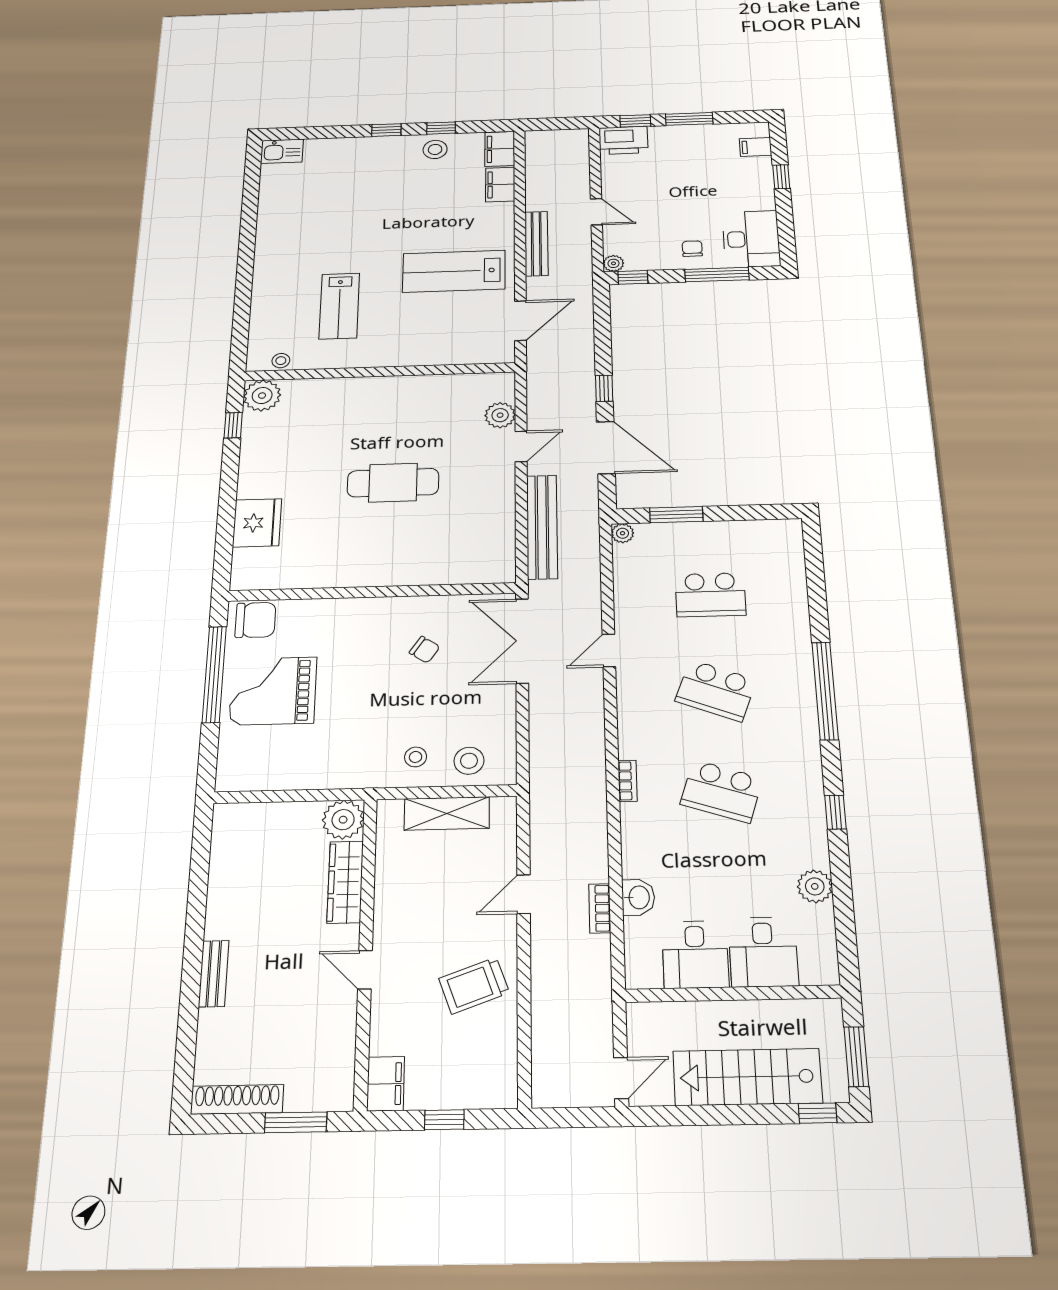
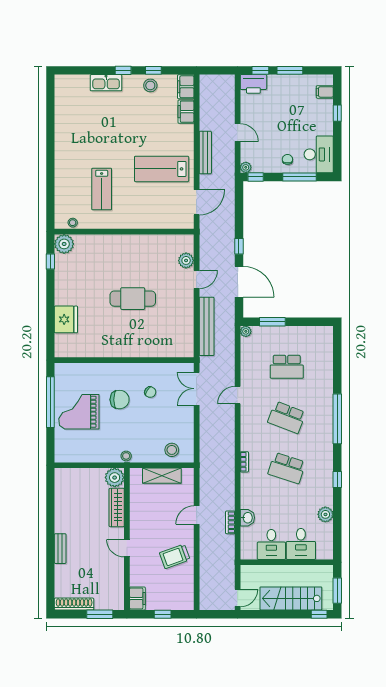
kitchen sink: (282, 151) -> (106, 83), moved, width x1.38
chair: (255, 620) -> (120, 400), moved
double door: (522, 641) -> (197, 389), width x0.73
stool: (416, 757) -> (126, 456), moved

